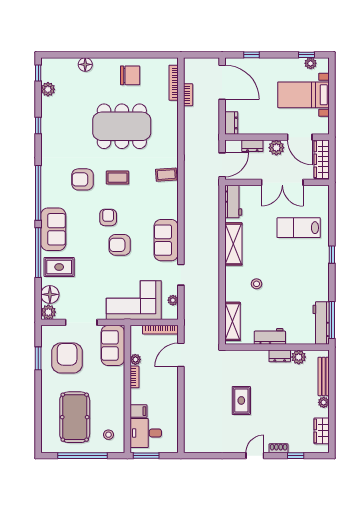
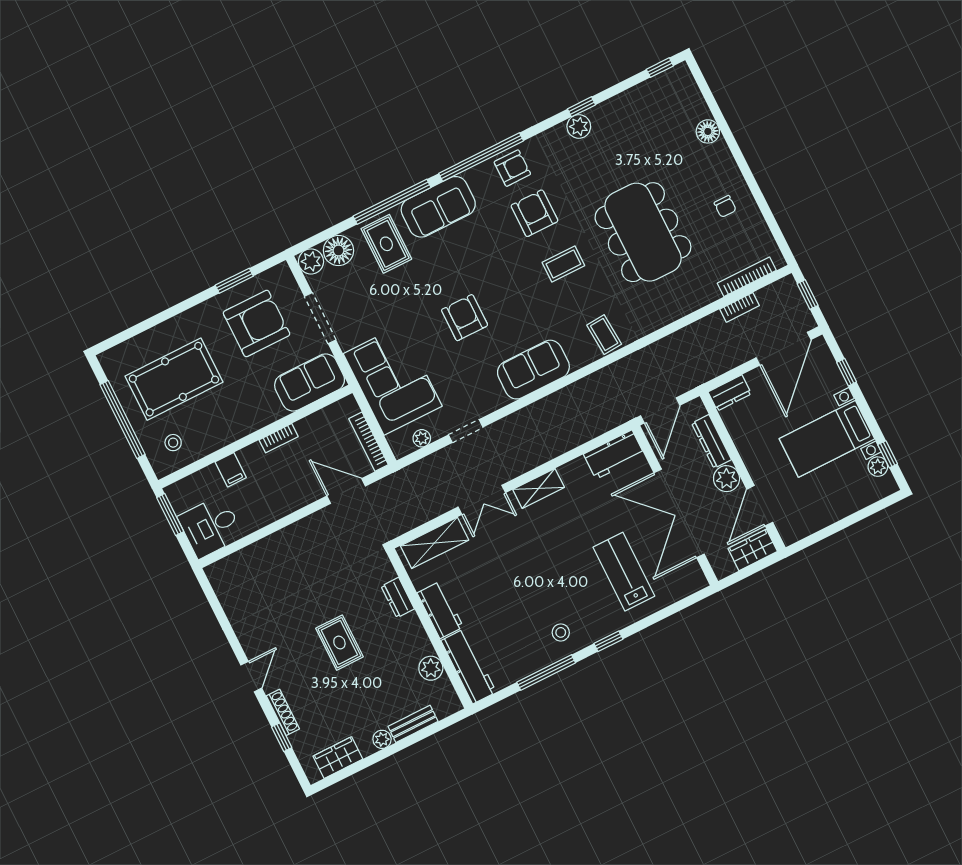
window: (199, 55) -> (808, 294), added
chair: (130, 75) -> (725, 206), width x0.54, depth x0.54
plant: (48, 89) -> (579, 126), moved
bed with nightstands: (303, 95) -> (827, 439), moved, turned -90
dresser: (252, 146) -> (711, 441), width x1.44
wardrobe: (322, 159) -> (753, 550), width x0.67
door: (222, 165) -> (660, 410), hinge flipped
coffee table: (117, 178) -> (563, 264), turned 90
double door: (282, 182) -> (679, 513), width x1.36
armchair: (108, 217) -> (512, 168), moved
sofa: (166, 240) -> (533, 370), moved
shelving: (233, 244) -> (539, 488), width x0.67, depth x0.75
stool: (257, 284) -> (561, 632), moved
double door: (222, 285) -> (482, 500), added
window: (332, 320) -> (546, 672), moved
workbench: (321, 323) -> (469, 666), moved, turned 90
dresser: (280, 356) -> (398, 598), moved
plant: (135, 359) -> (305, 427), removed
bench: (324, 376) -> (413, 724), width x0.73
rug: (241, 400) -> (339, 643), moved, turned 90
desk: (146, 433) -> (211, 527), moved, turned -90
shoe rack: (279, 448) -> (283, 712), width x1.43
door: (255, 456) -> (251, 677), hinge flipped

